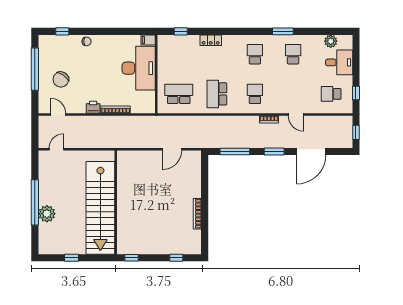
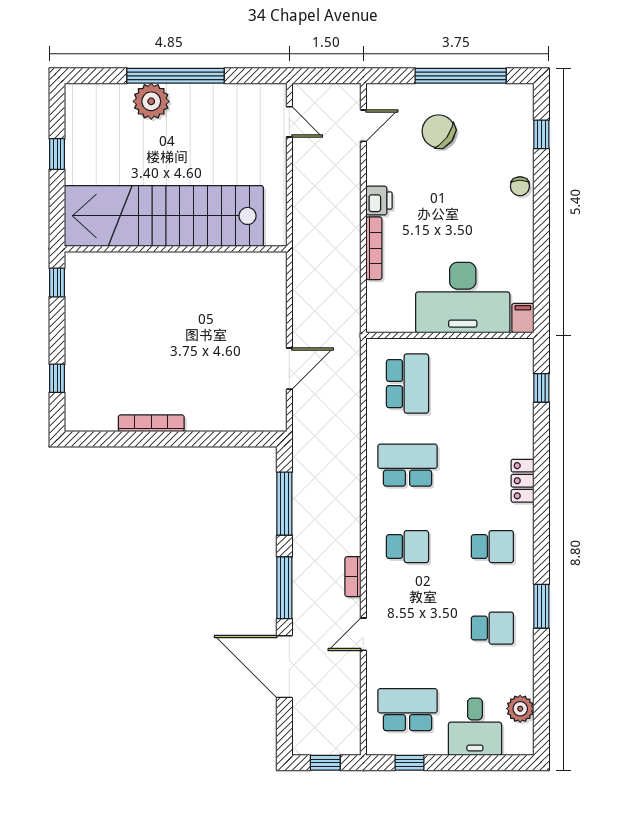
locker: (211, 40) -> (523, 481), moved
school desk: (331, 94) -> (408, 710), width x1.85
door: (172, 149) -> (289, 369), swing flipped
window: (274, 151) -> (284, 588), width x1.44

